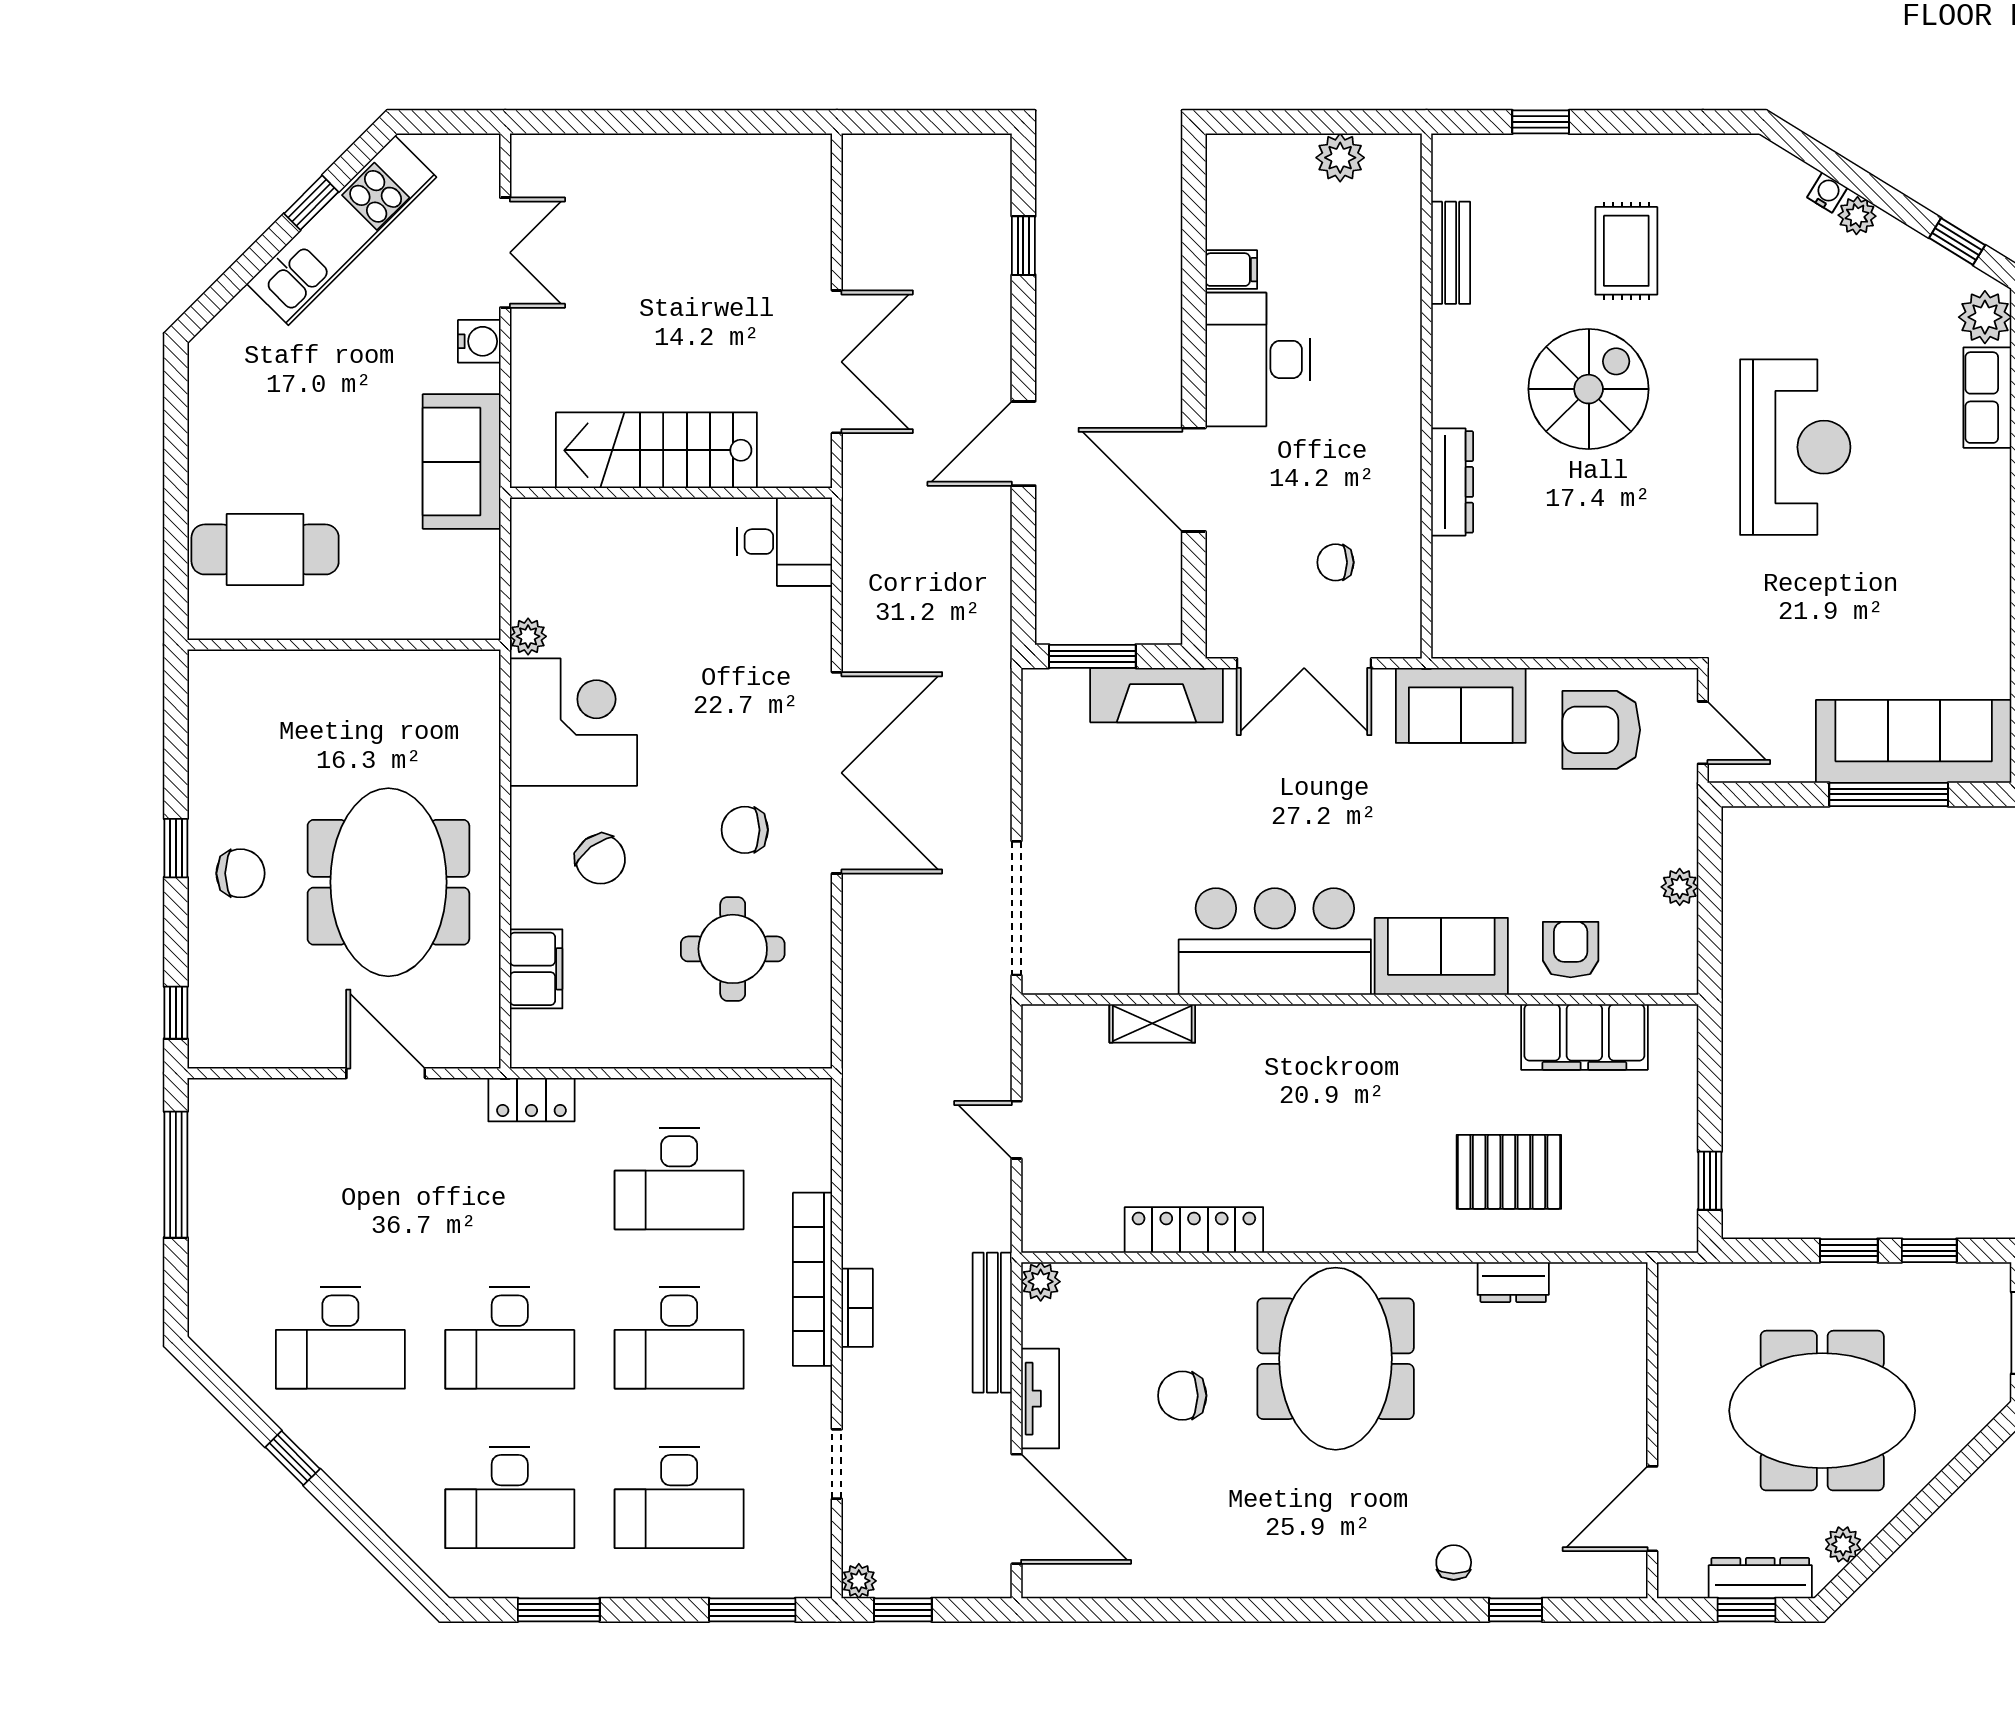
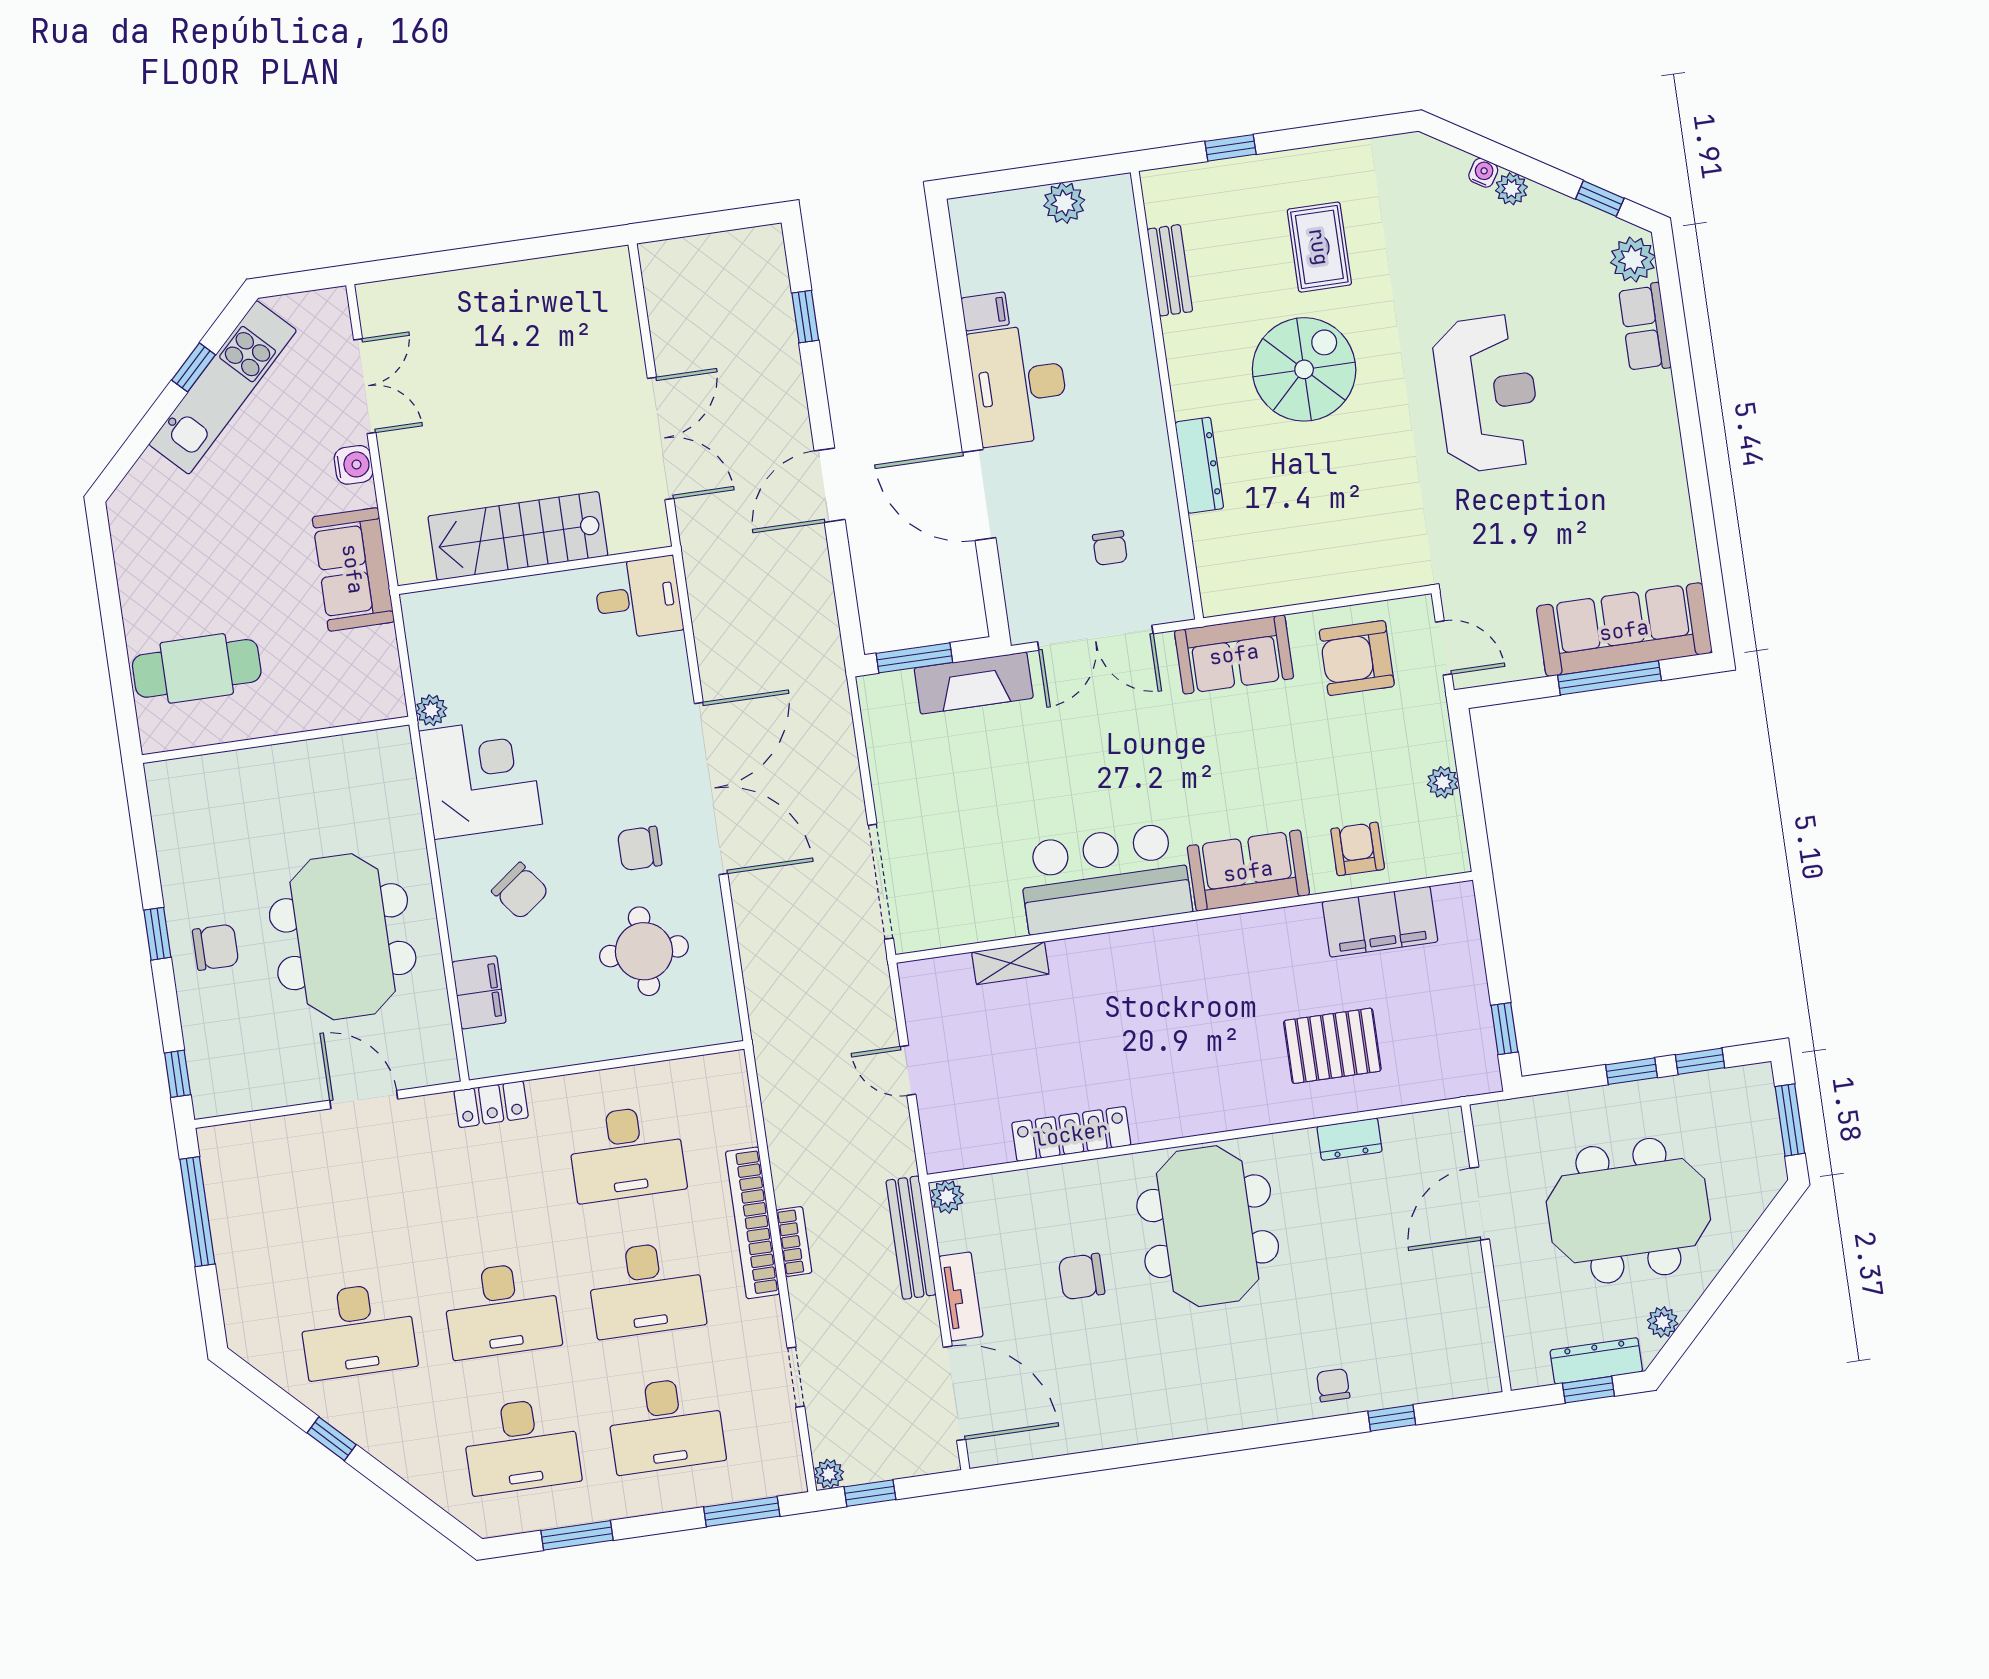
chair: (1336, 562) -> (1110, 548), turned -90
door: (1652, 1509) -> (1480, 1204), moved

